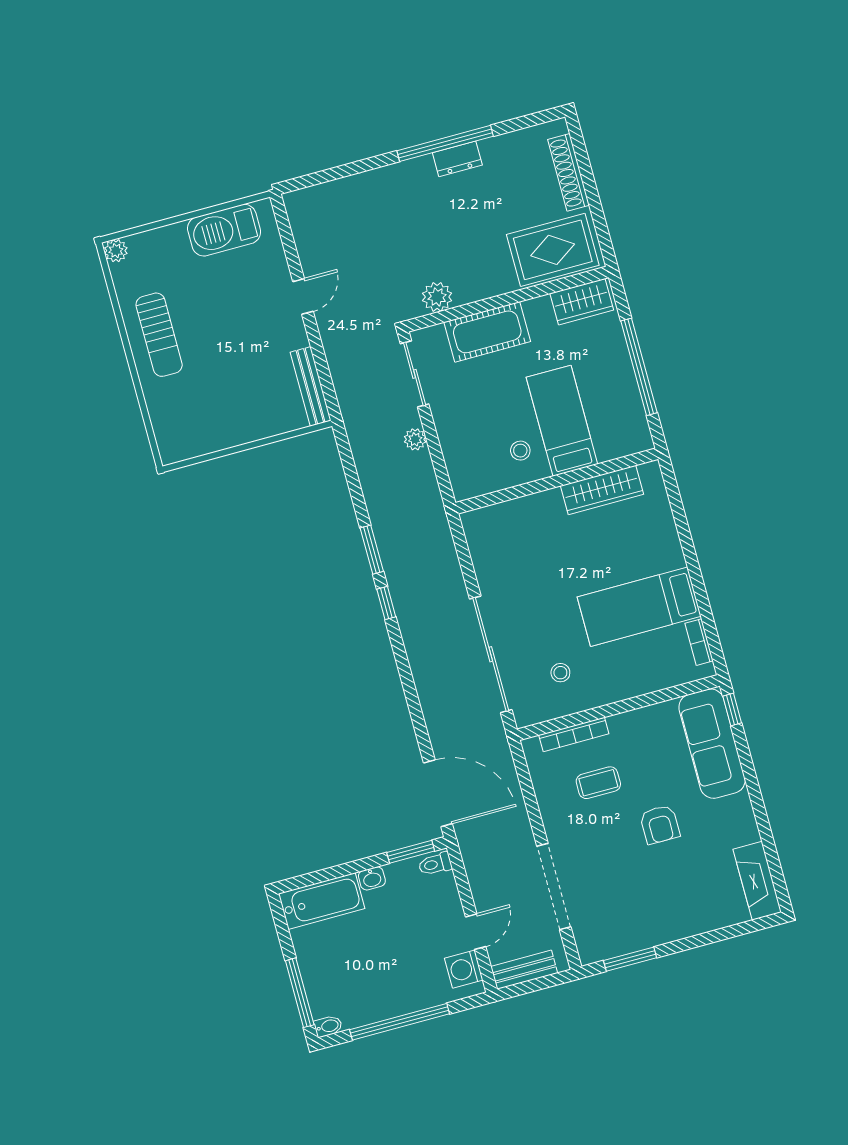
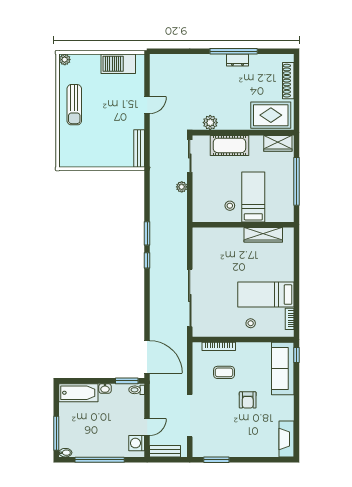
stool: (560, 673) -> (251, 323), moved

